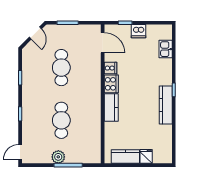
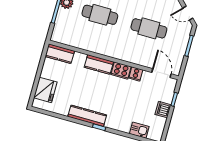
door: (103, 43) -> (161, 73), swing flipped
fridge: (146, 156) -> (45, 90), width x1.88, depth x1.34
kitchen counter: (125, 157) -> (60, 54), moved, turned 90

